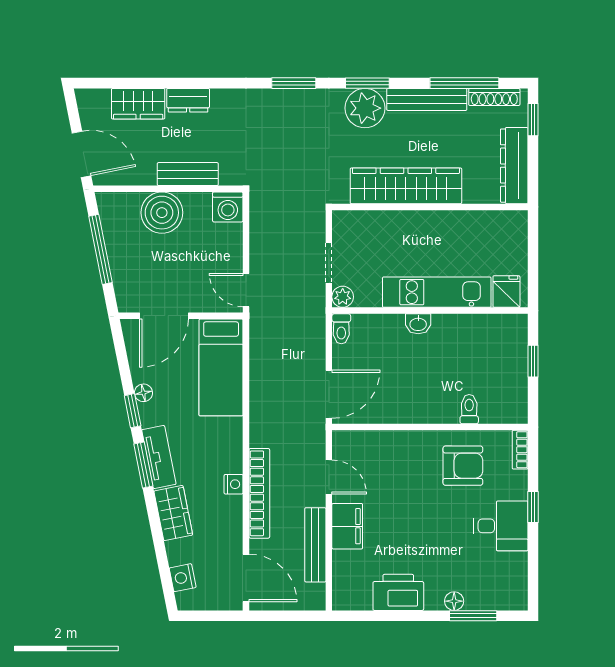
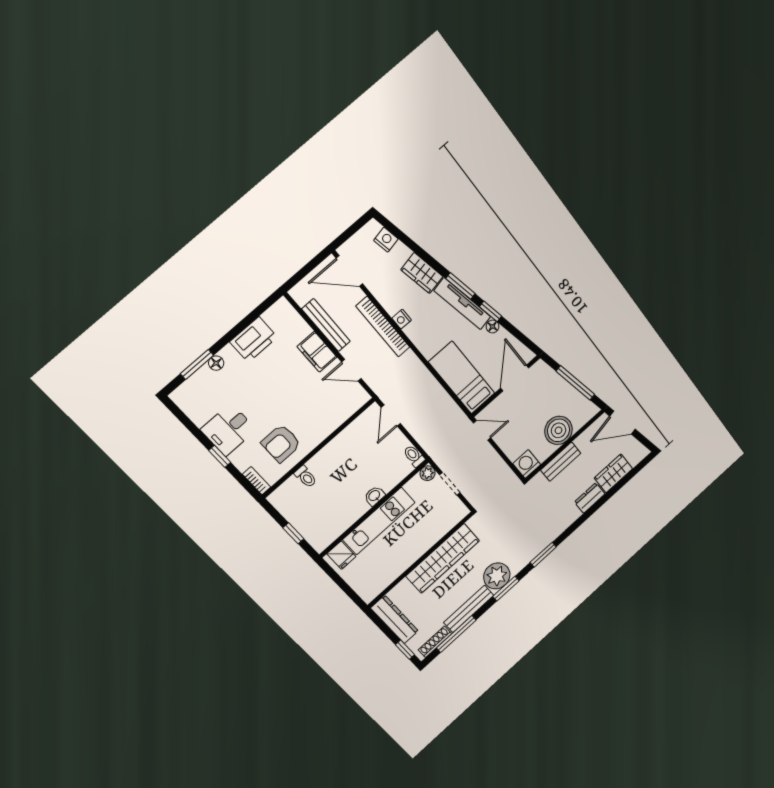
door: (329, 394) -> (391, 416), width x0.73
tv unit: (159, 457) -> (462, 304), width x1.41

